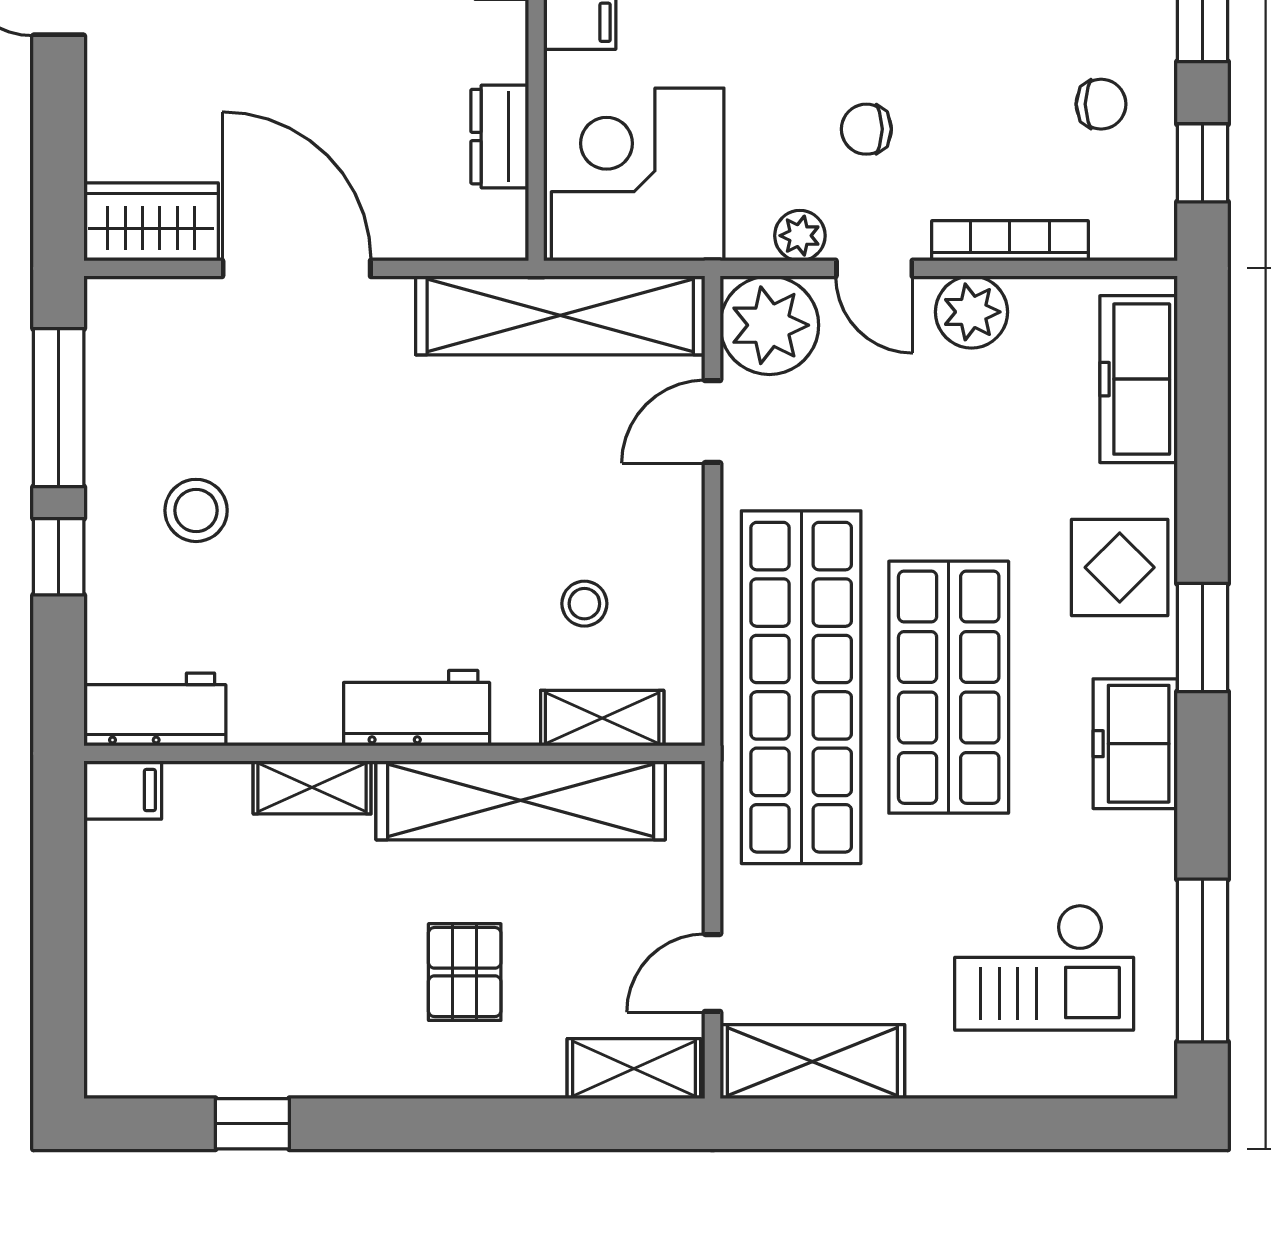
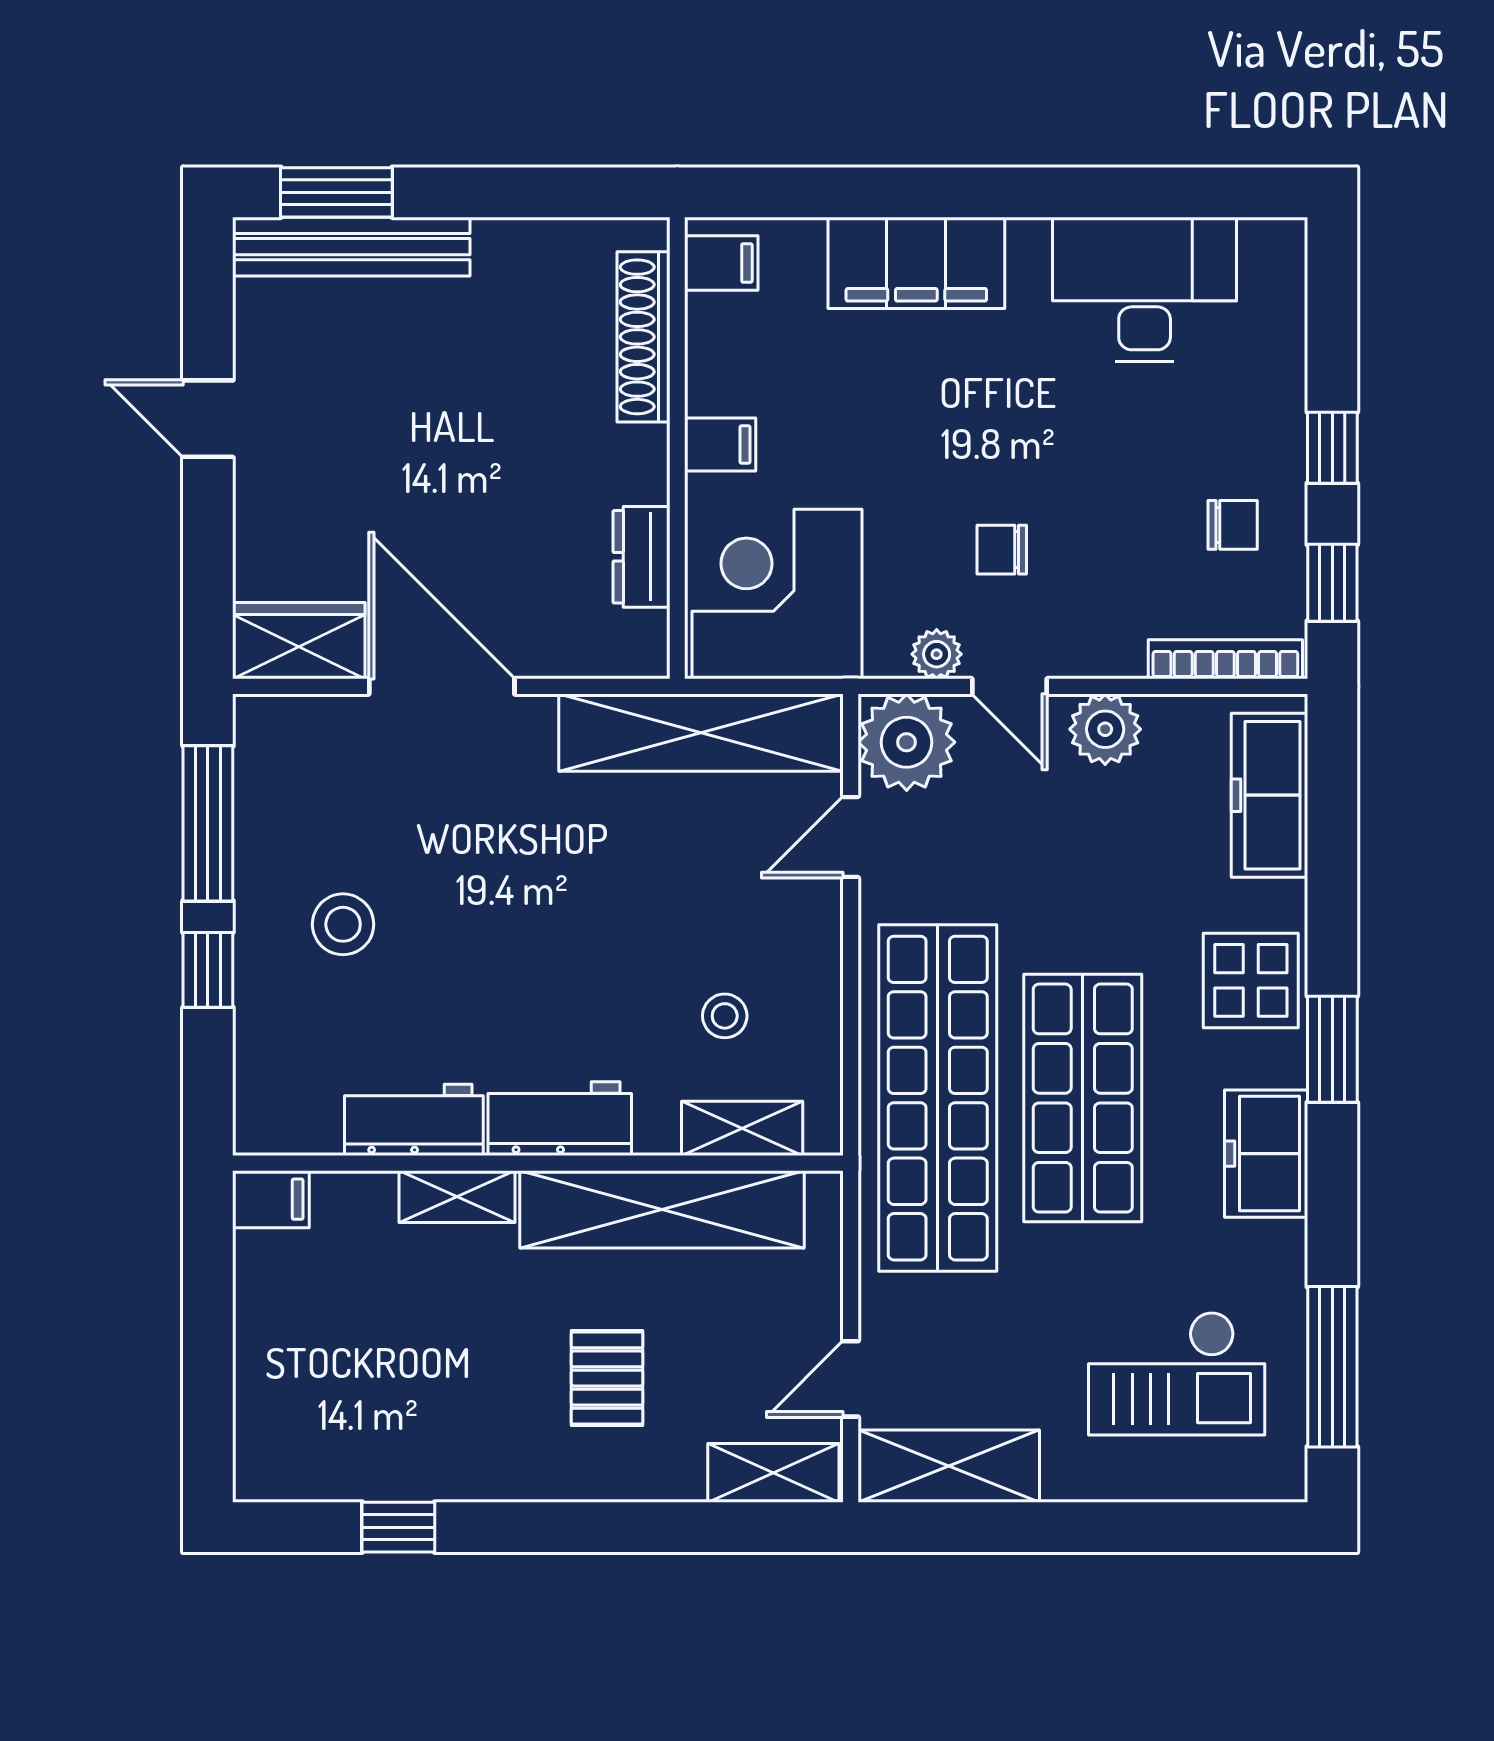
bookcase: (1010, 241) -> (1225, 659), moved
workbench: (155, 709) -> (414, 1120), moved

